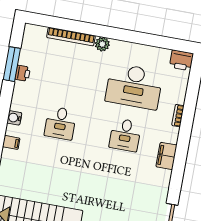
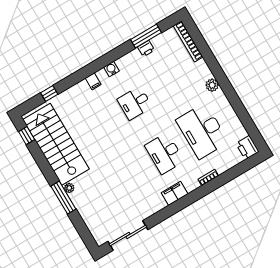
bookcase: (71, 37) -> (188, 41), moved
desk: (125, 135) -> (165, 153), width x1.37

